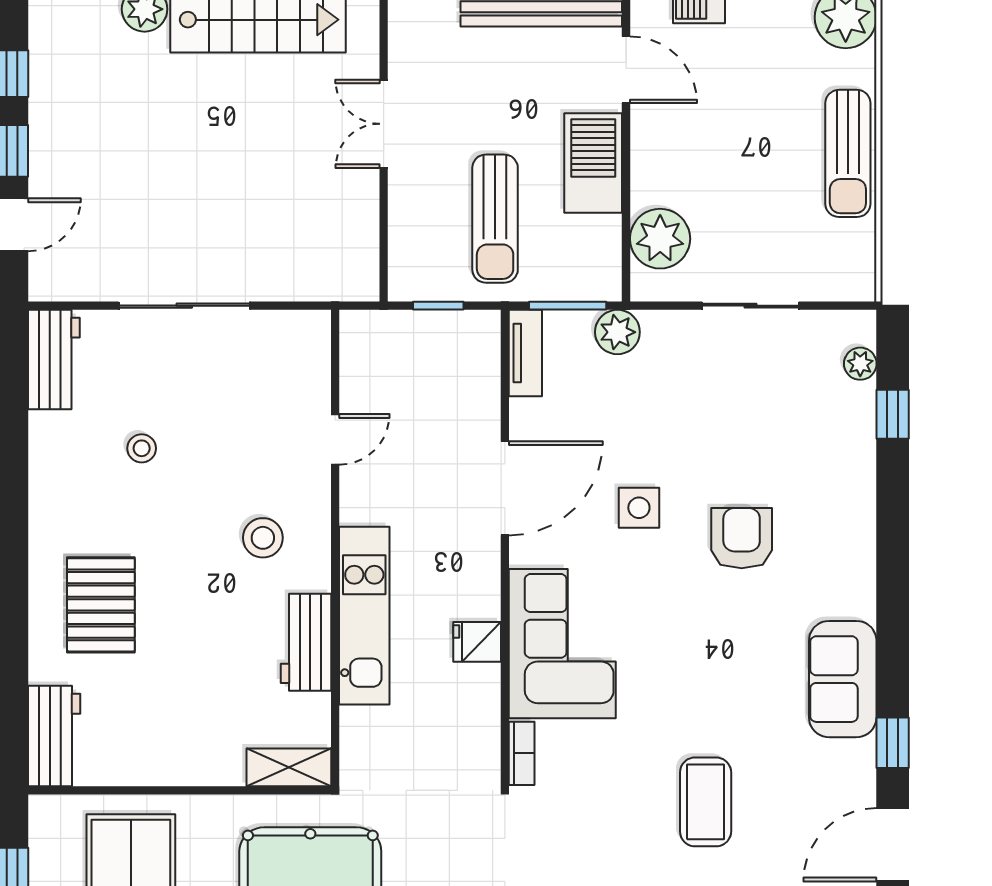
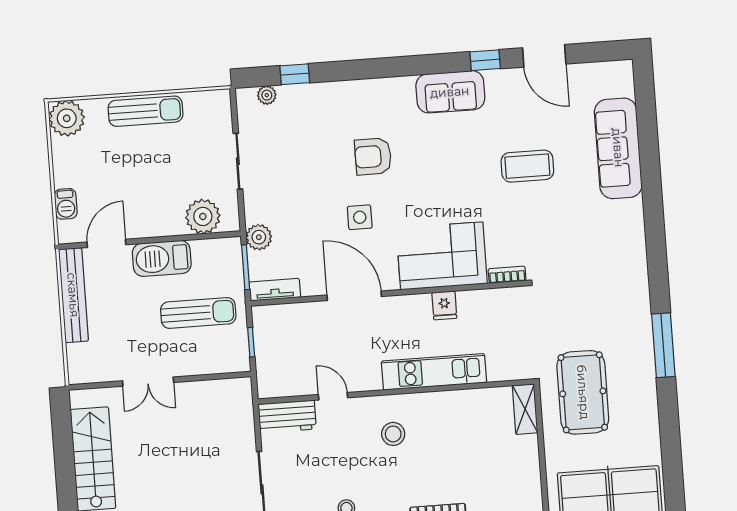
workbench: (306, 642) -> (287, 417), moved

